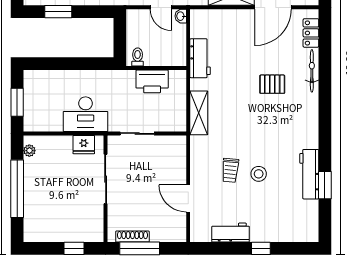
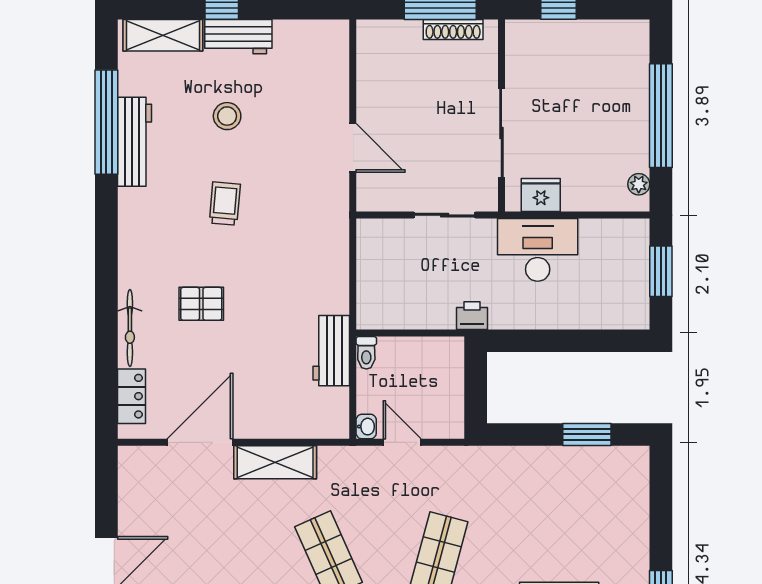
toilet: (138, 57) -> (366, 353), moved
printer: (152, 81) -> (472, 316), moved, width x0.53, depth x0.68
shelving: (199, 113) -> (163, 35), moved, turned 90
trolley: (230, 170) -> (225, 204), moved
stool: (259, 174) -> (227, 116), moved
window: (325, 185) -> (106, 122), width x2.11
door: (188, 198) -> (353, 148), moved
workbench: (231, 233) -> (238, 37), moved

